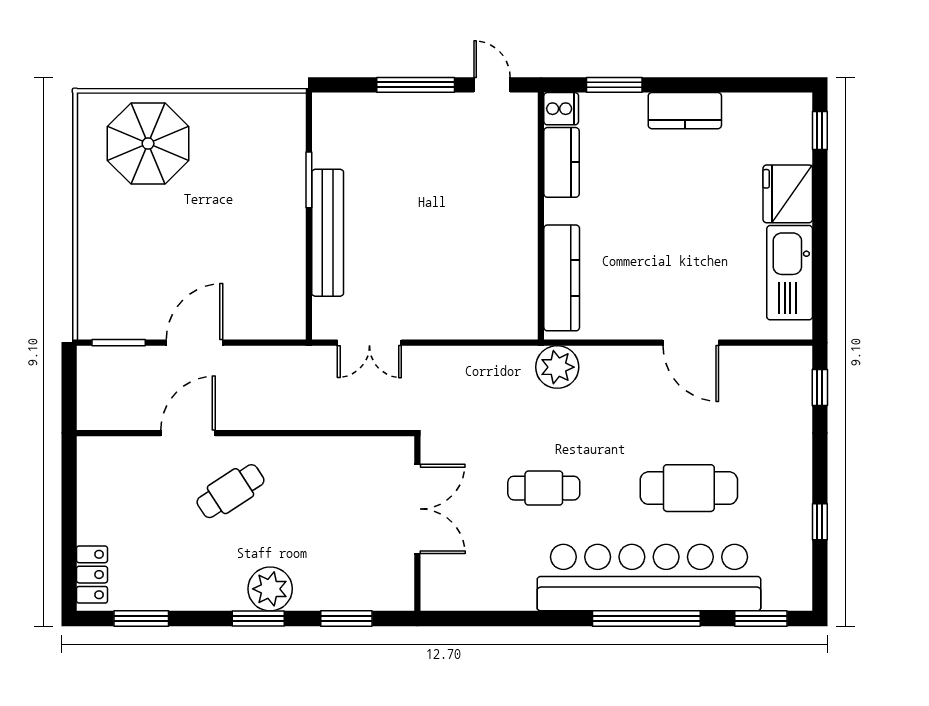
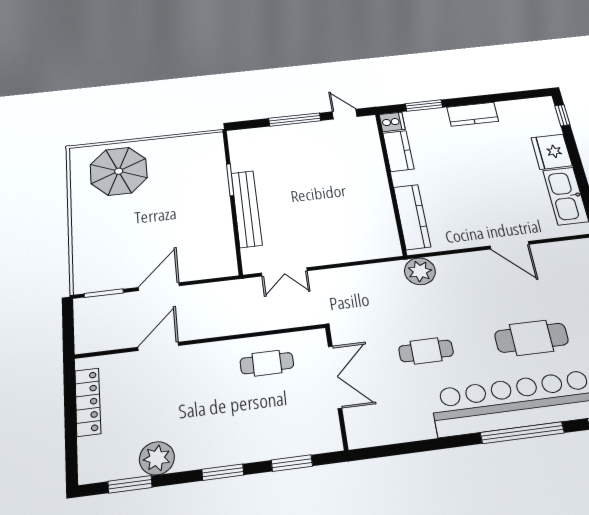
cafe table: (230, 491) -> (267, 363), moved, turned 33
locker: (92, 575) -> (88, 402), moved, width x1.53
plant: (270, 589) -> (157, 458), moved

